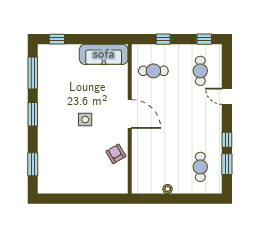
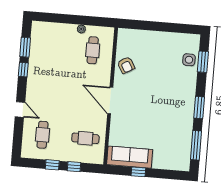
window: (57, 39) -> (138, 172), moved
window: (204, 39) -> (52, 165), moved
side table: (85, 120) -> (189, 60), moved
cafe table: (200, 167) -> (93, 50), moved

